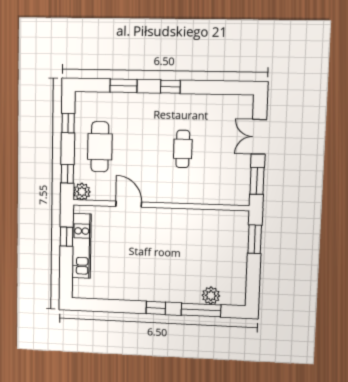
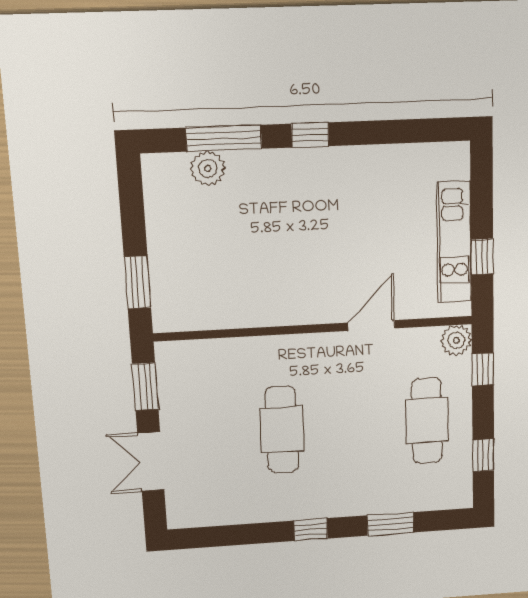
double door: (259, 137) -> (151, 462), swing flipped
cafe table: (183, 149) -> (282, 430), width x1.37, depth x1.35
door: (129, 204) -> (371, 326), swing flipped

